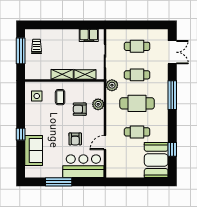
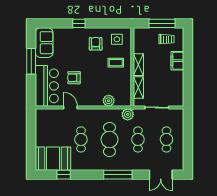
filing cabinet: (89, 35) -> (177, 61), moved
armchair: (80, 109) -> (96, 44), moved
sofa: (34, 150) -> (44, 43), moved, turned -90

